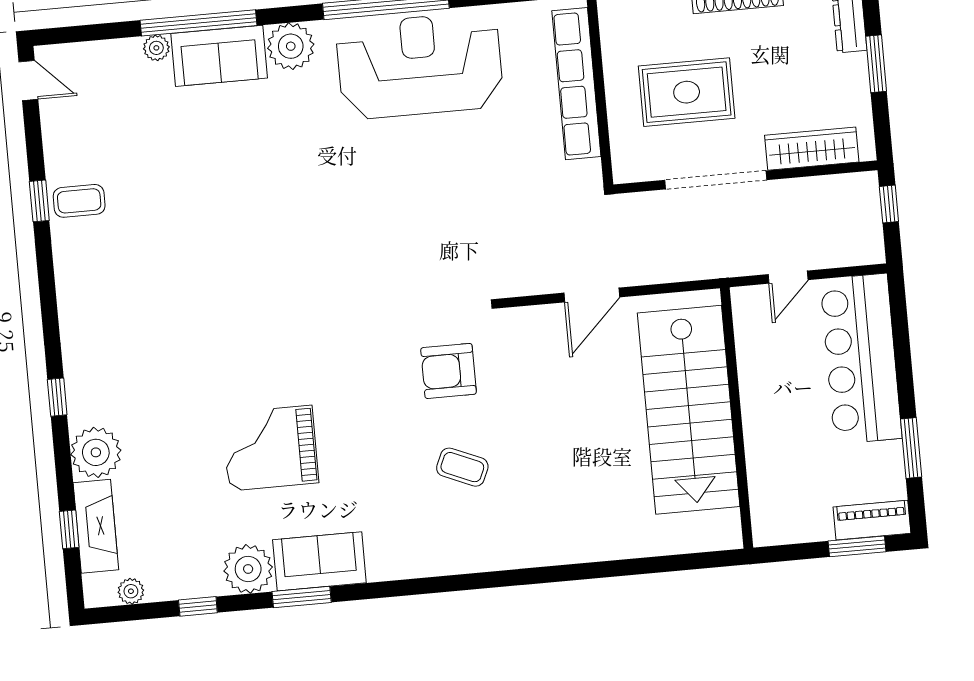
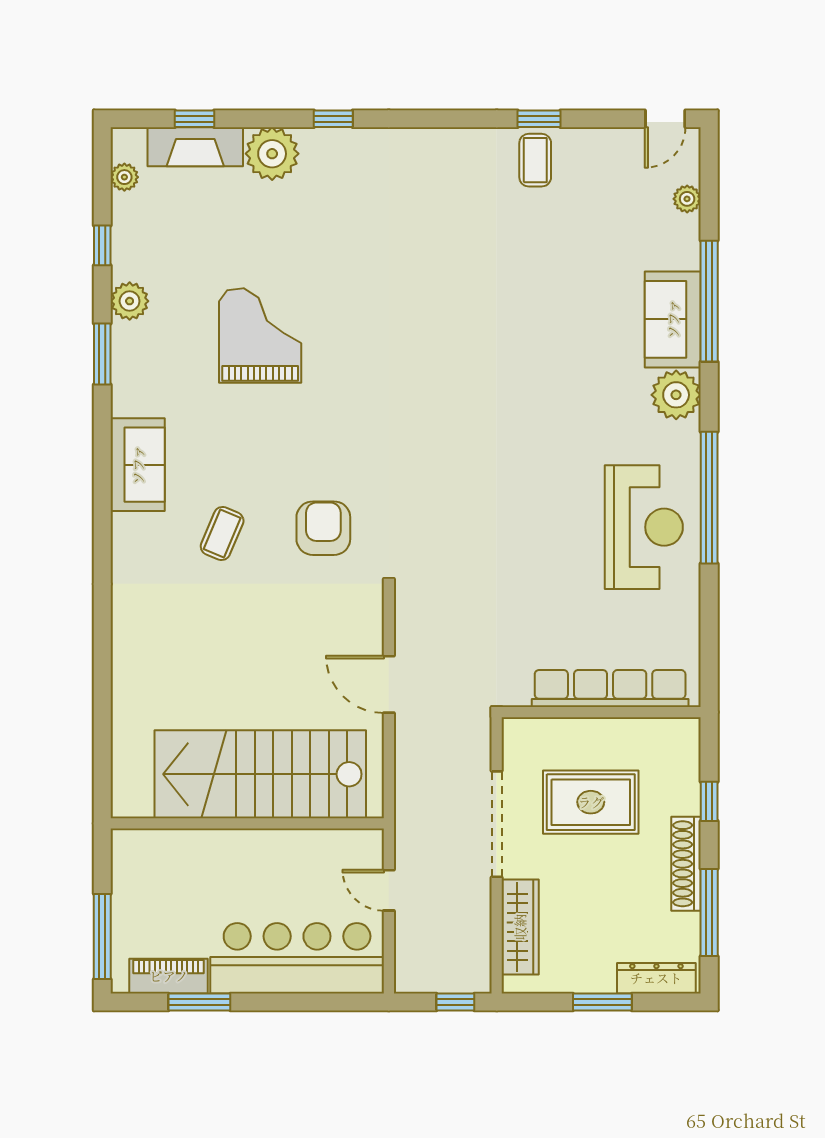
plant: (156, 48) -> (687, 199), moved
reception desk: (420, 66) -> (644, 527), width x0.74, depth x0.77
rug: (687, 92) -> (591, 802), turned 90
piano: (872, 520) -> (169, 976), moved, turned -90
window: (857, 546) -> (102, 936), width x1.44
sofa: (319, 561) -> (138, 465), moved
plant: (248, 569) -> (130, 301), width x0.73, depth x0.73

